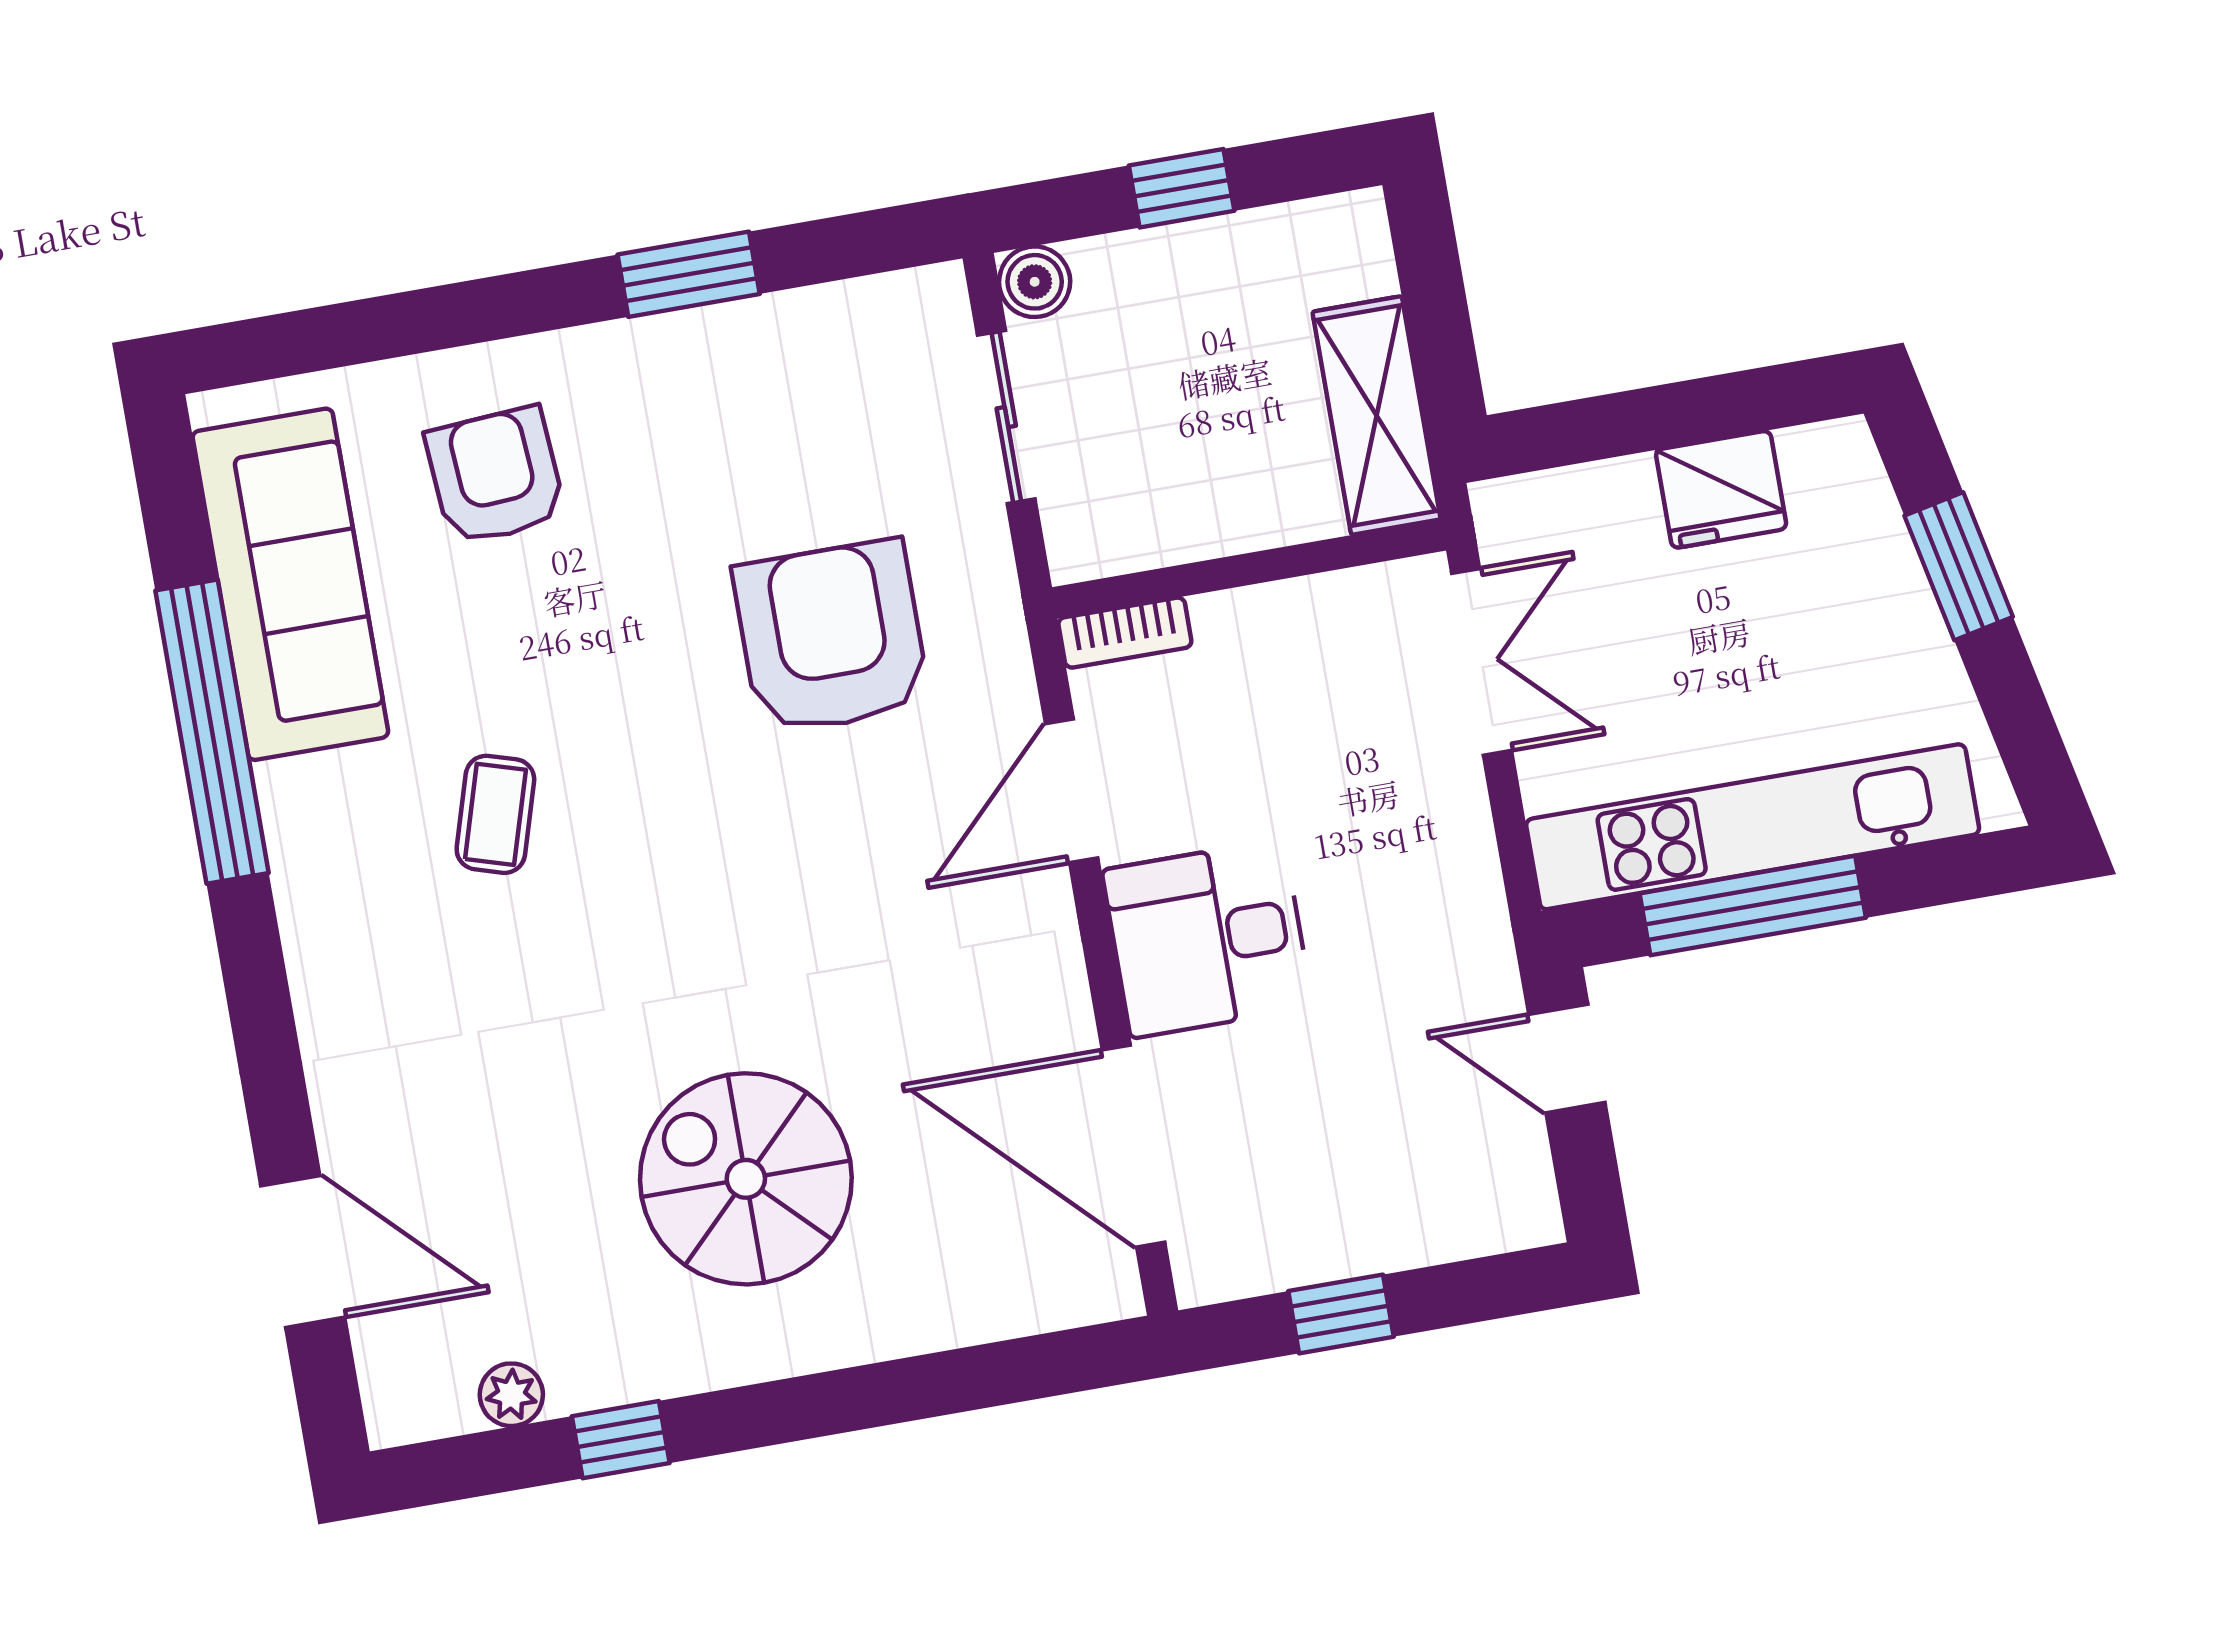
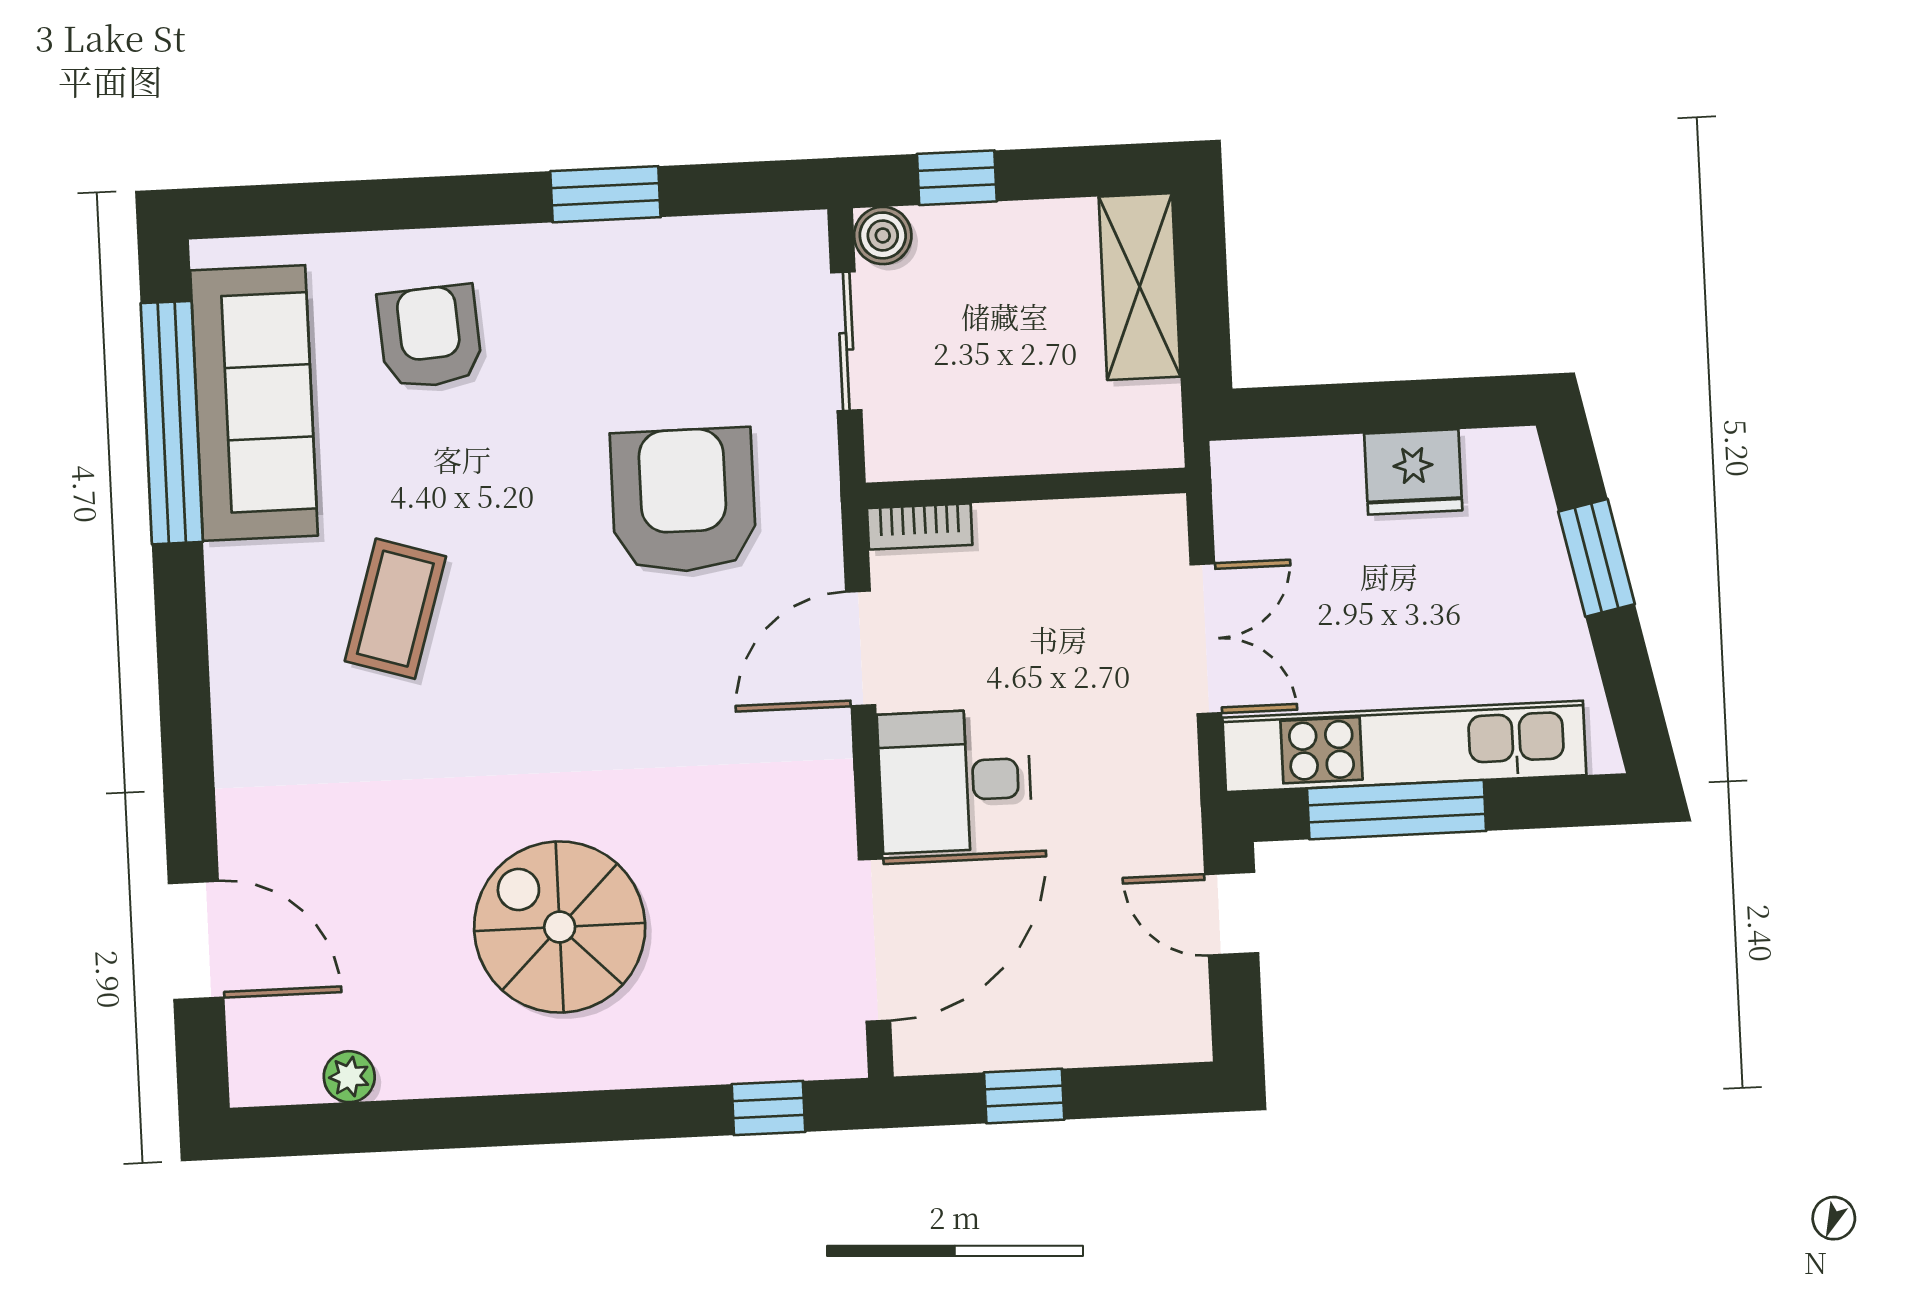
window: (1182, 188) -> (957, 178), moved
shelving: (1377, 415) -> (1140, 287), moved
double door: (1482, 662) -> (1206, 639), moved
window: (212, 732) -> (172, 423), moved
coffee table: (495, 814) -> (395, 609), width x1.36, depth x1.30
door: (1134, 1146) -> (874, 940), swing flipped
window: (621, 1440) -> (768, 1108), moved

